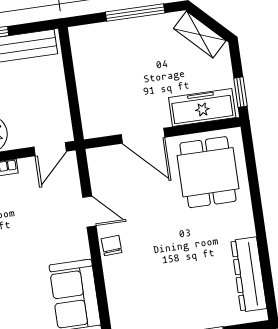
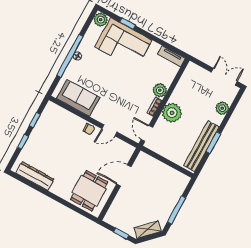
window: (240, 92) -> (121, 234), moved
freezer: (202, 107) -> (117, 208), removed
dining table: (208, 172) -> (89, 191), turned 90

